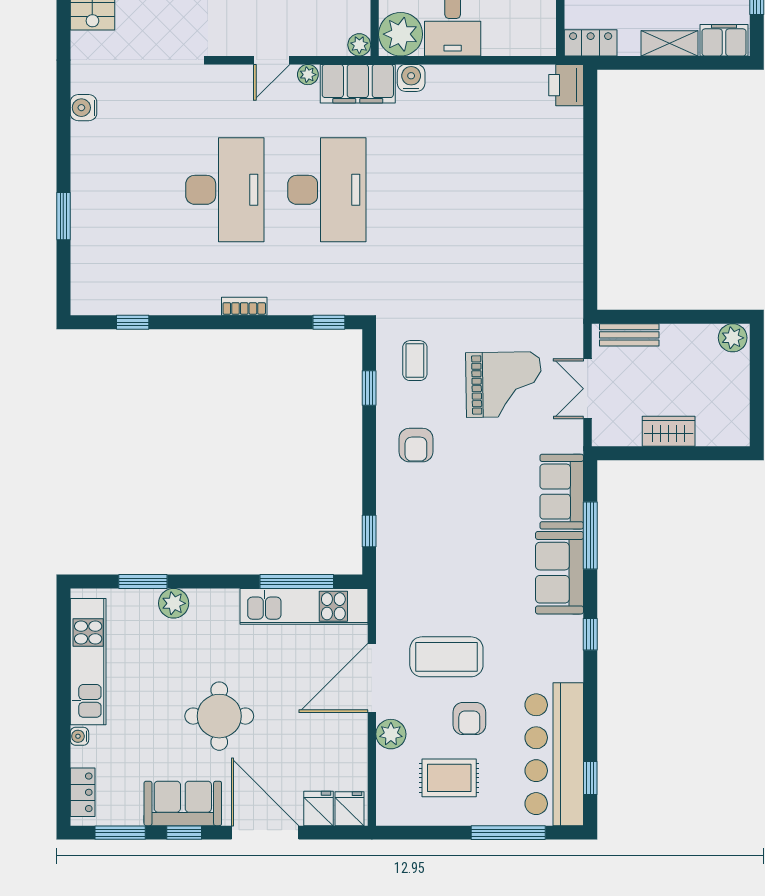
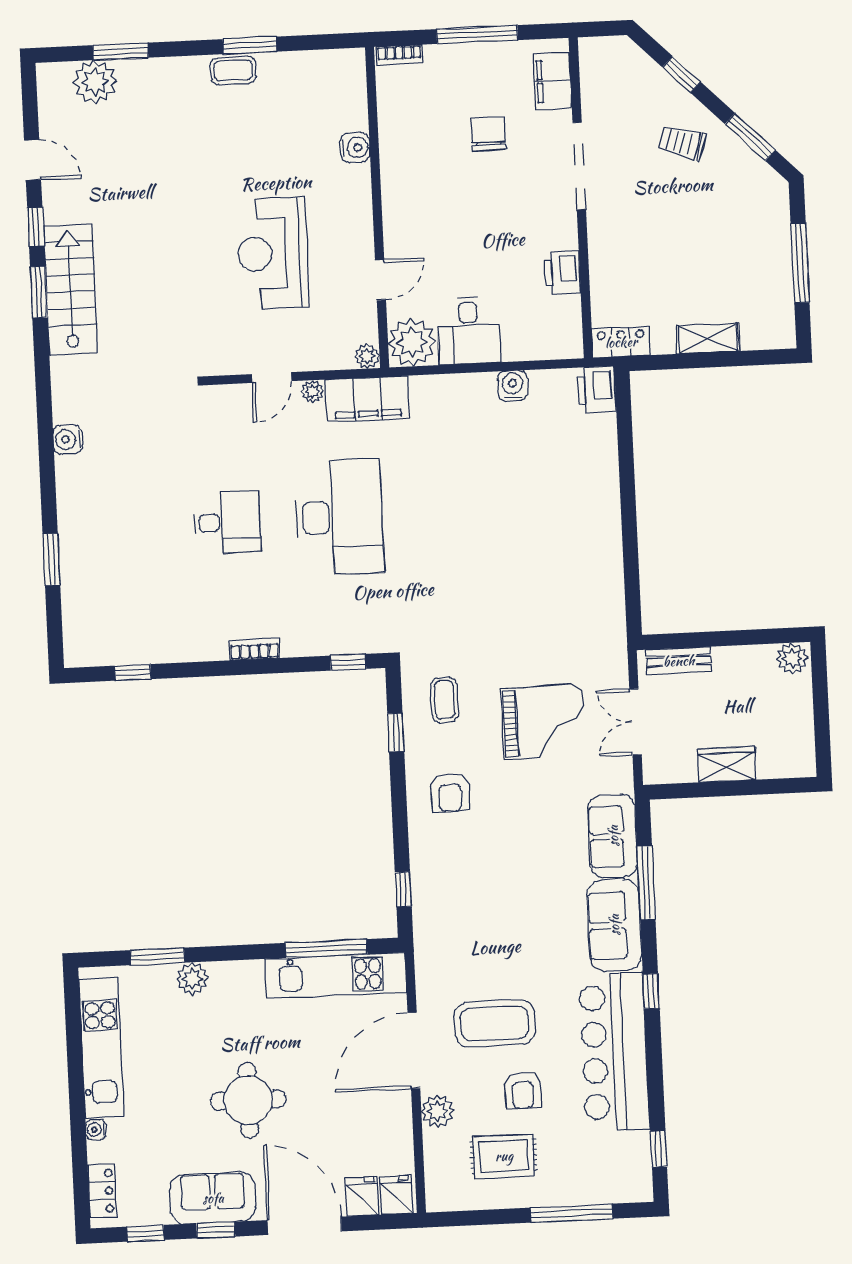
filing cabinet: (724, 40) -> (767, 332), removed
water cooler: (411, 78) -> (513, 386), moved
desk: (225, 190) -> (227, 522), width x0.53, depth x0.77
bar counter: (554, 754) -> (614, 1052), moved
window: (120, 833) -> (146, 1233), width x0.67

